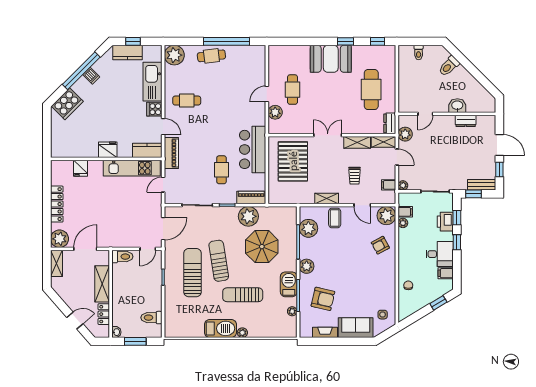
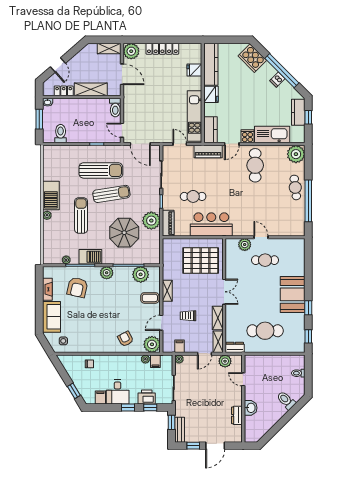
cafe table: (187, 101) -> (255, 165), width x1.37, depth x1.35
kitchen counter: (74, 150) -> (211, 64), added

